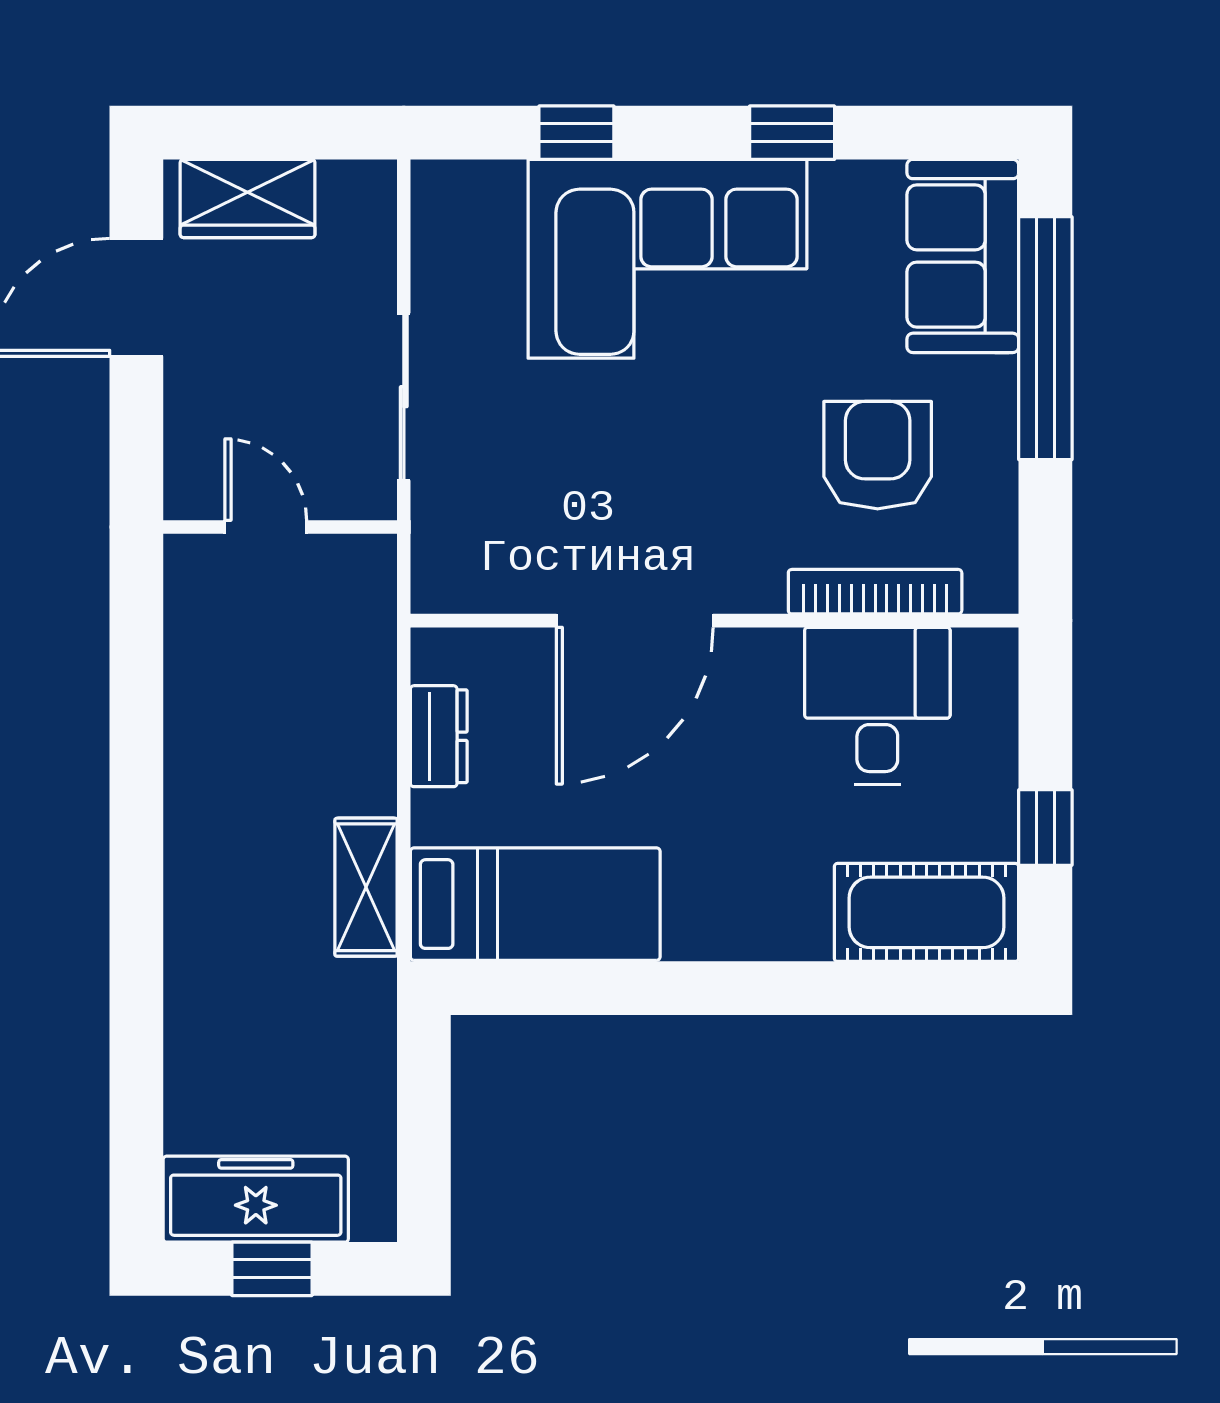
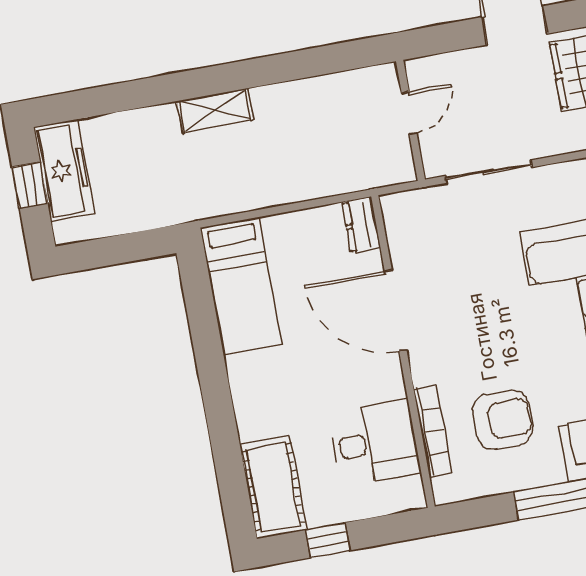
dresser: (439, 736) -> (361, 225), moved, turned 90
shelving: (366, 887) -> (215, 110), moved

